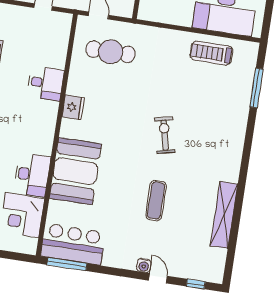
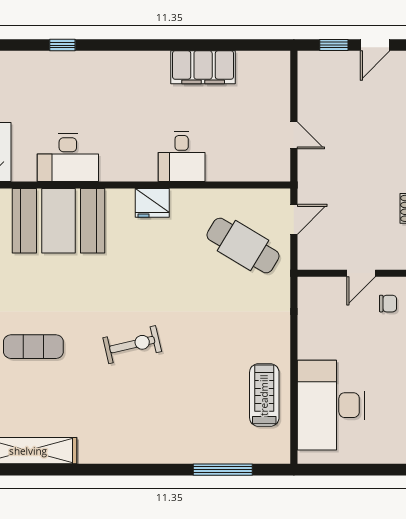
cafe table: (111, 52) -> (243, 246), turned -59
desk: (32, 175) -> (68, 158), moved

